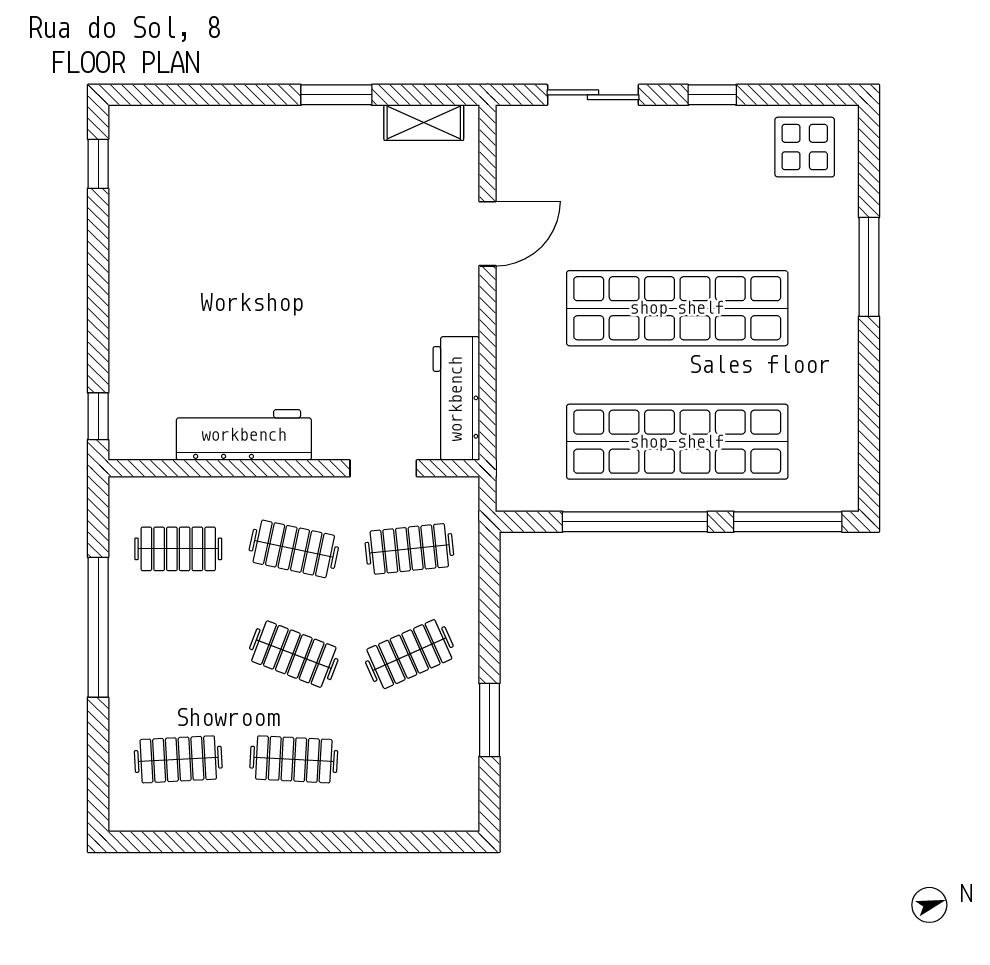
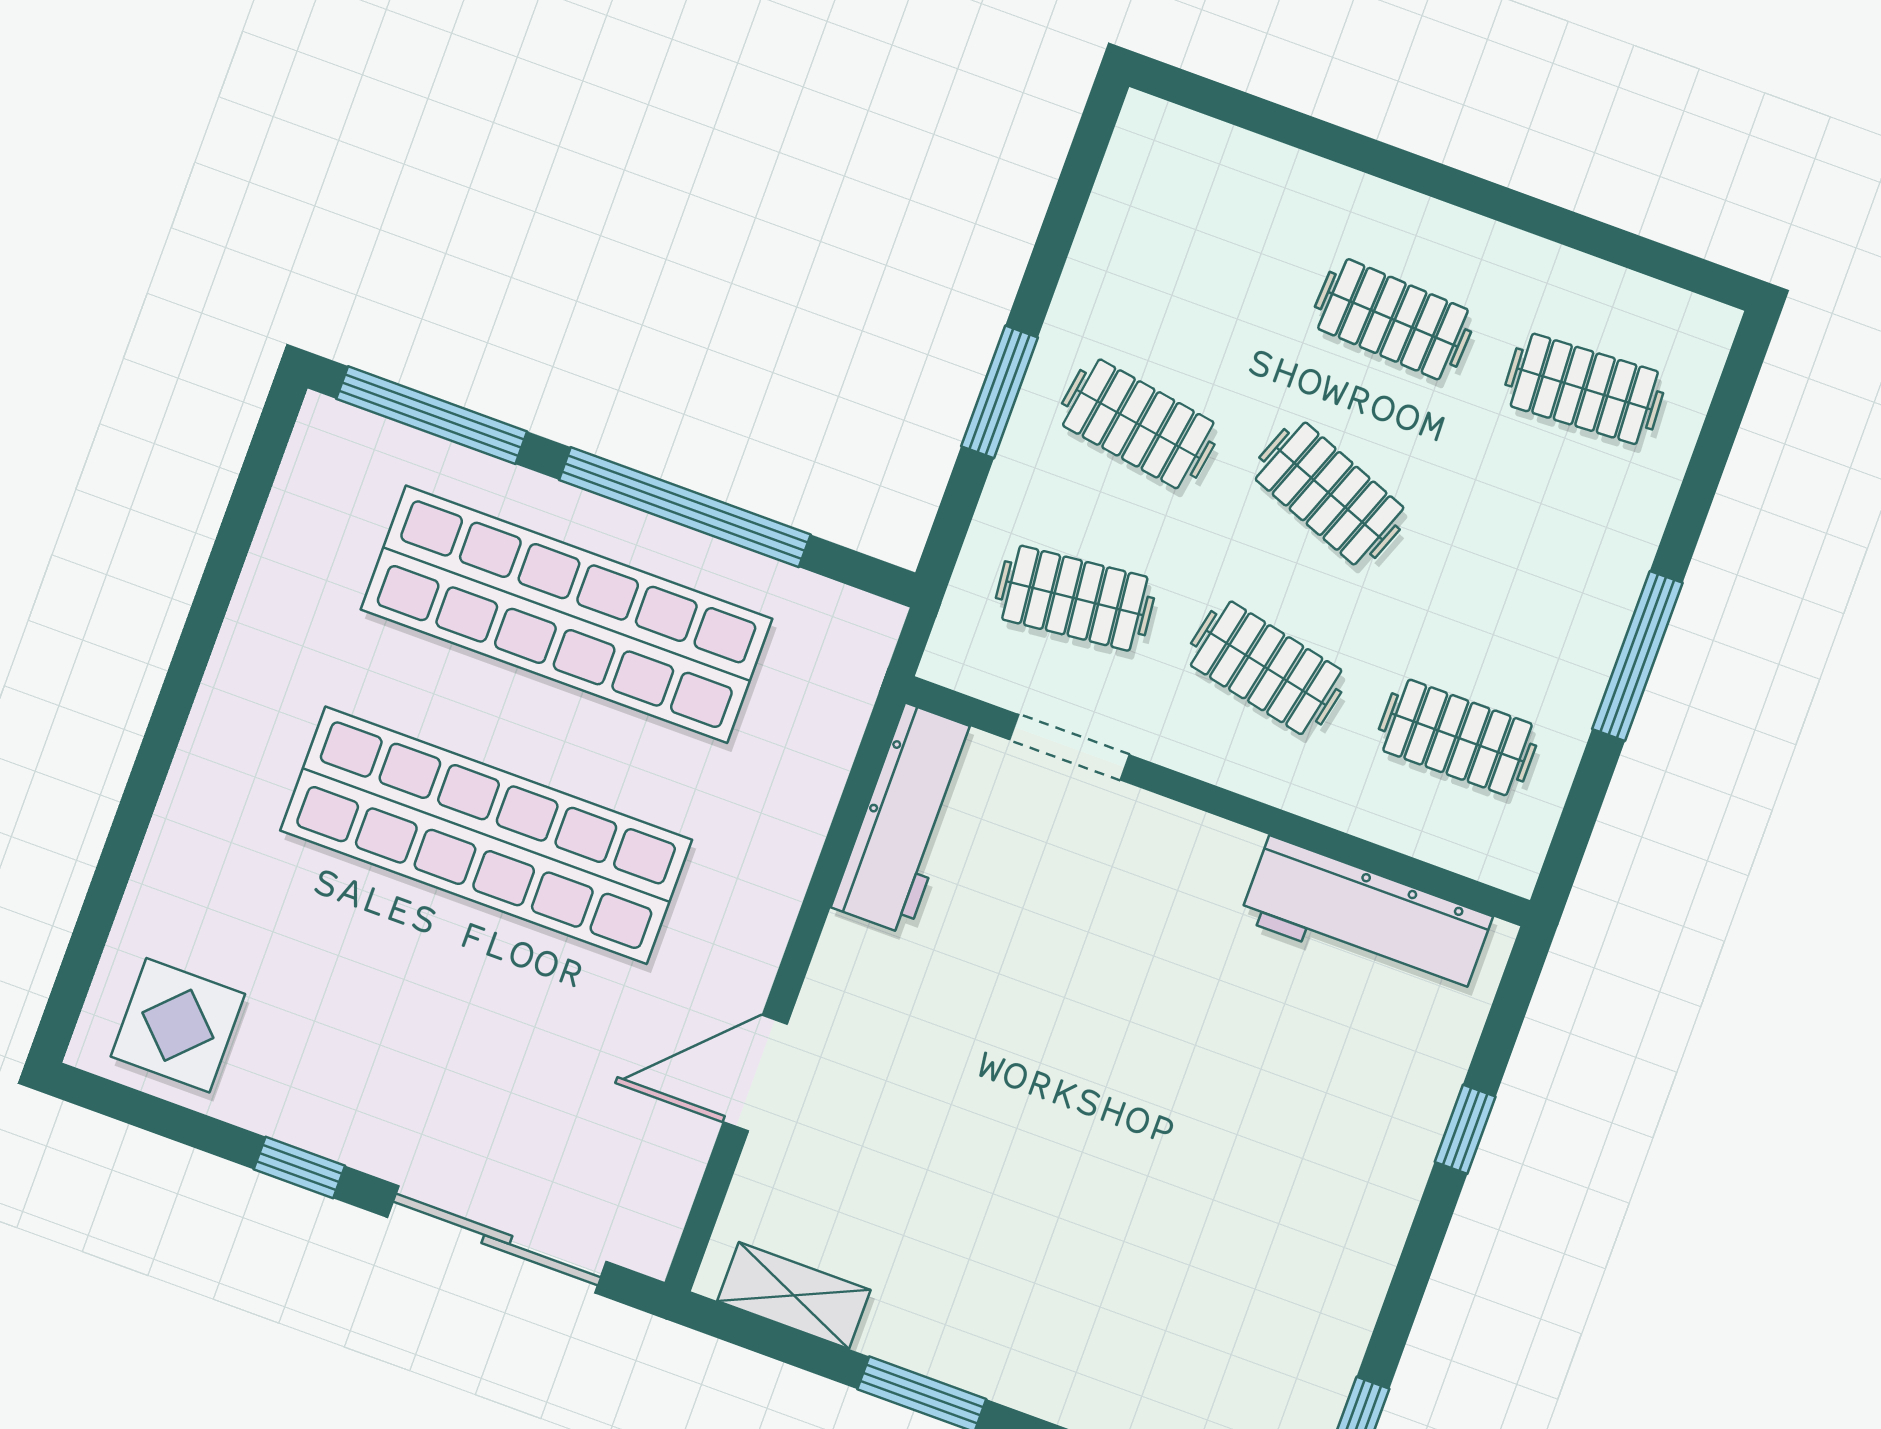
sliding door: (593, 95) -> (497, 1239), width x1.37
window: (869, 267) -> (144, 788), removed
window: (98, 416) -> (1465, 1129), moved
workbench: (244, 435) -> (1366, 918), moved
window: (98, 627) -> (1637, 656), width x0.68
clothes rail: (409, 654) -> (1138, 424), turned 33
window: (489, 720) -> (1000, 392), moved

